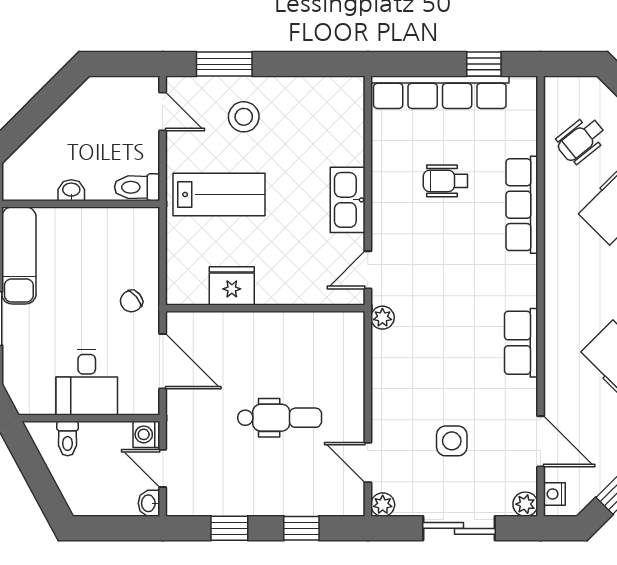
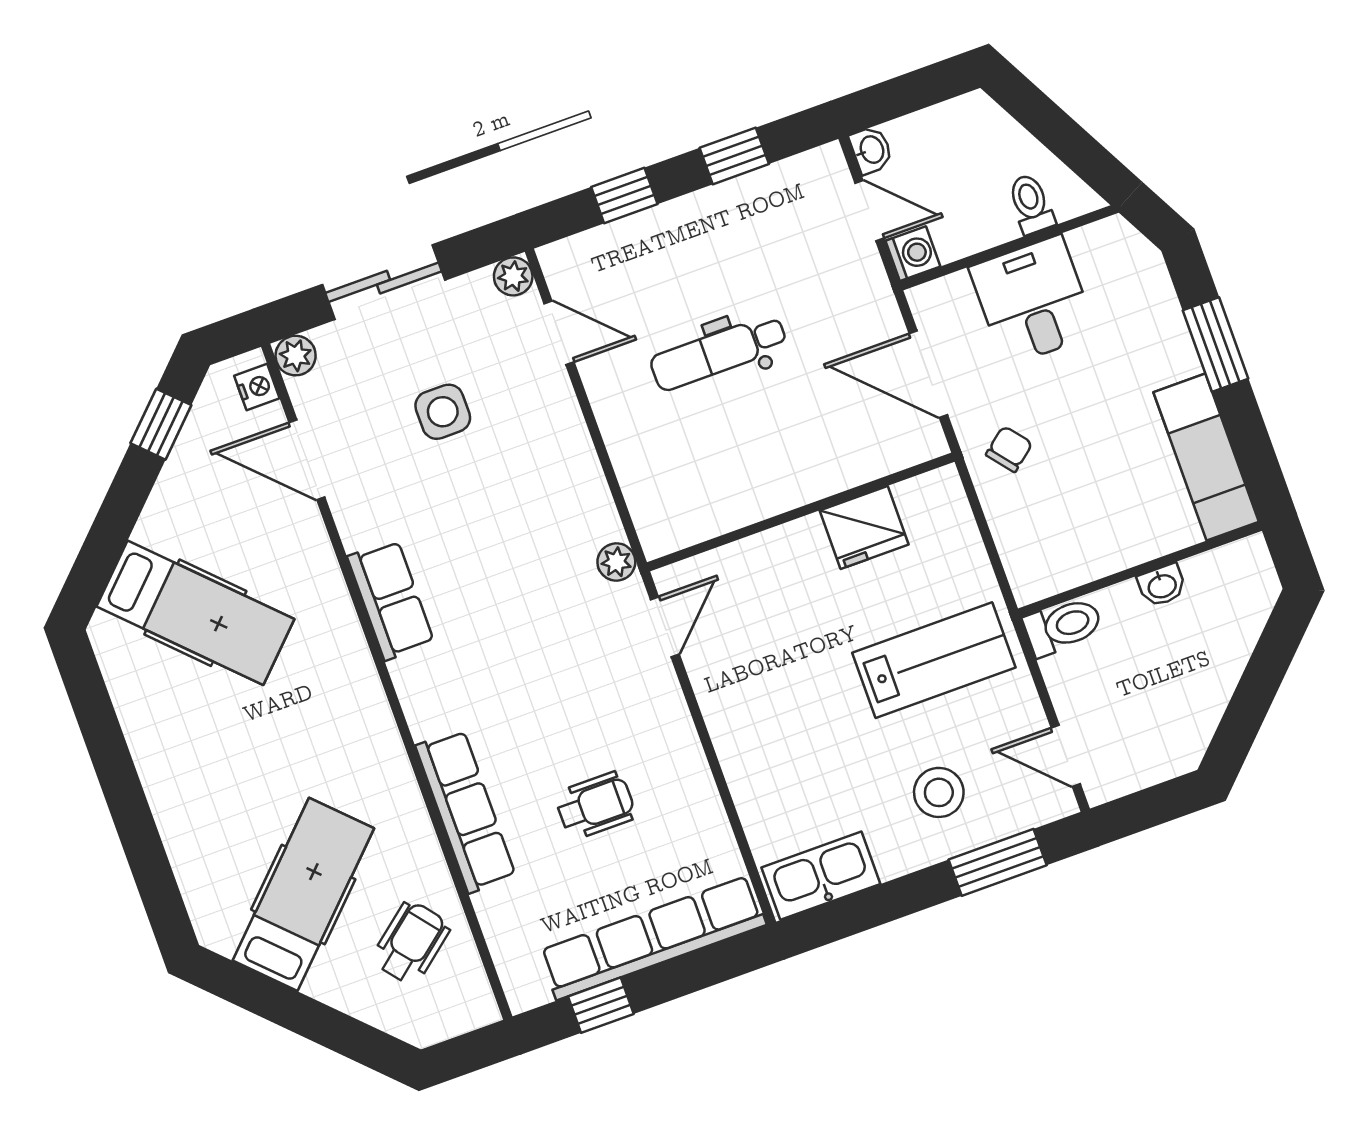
lab bench: (219, 194) -> (934, 660), turned 180
kitchen sink: (348, 200) -> (821, 876), moved, turned -90

